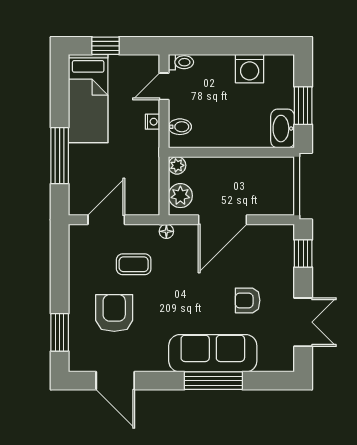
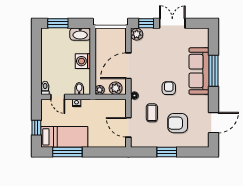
washing machine: (250, 69) -> (83, 61), moved, turned 180
window: (303, 106) -> (58, 23), moved
window: (60, 156) -> (67, 152), moved
door: (223, 220) -> (128, 66), swing flipped
plant: (282, 235) -> (137, 34), added
armchair: (248, 300) -> (169, 88), moved, turned 180
double door: (303, 322) -> (172, 23), moved
window: (60, 332) -> (167, 152), moved

